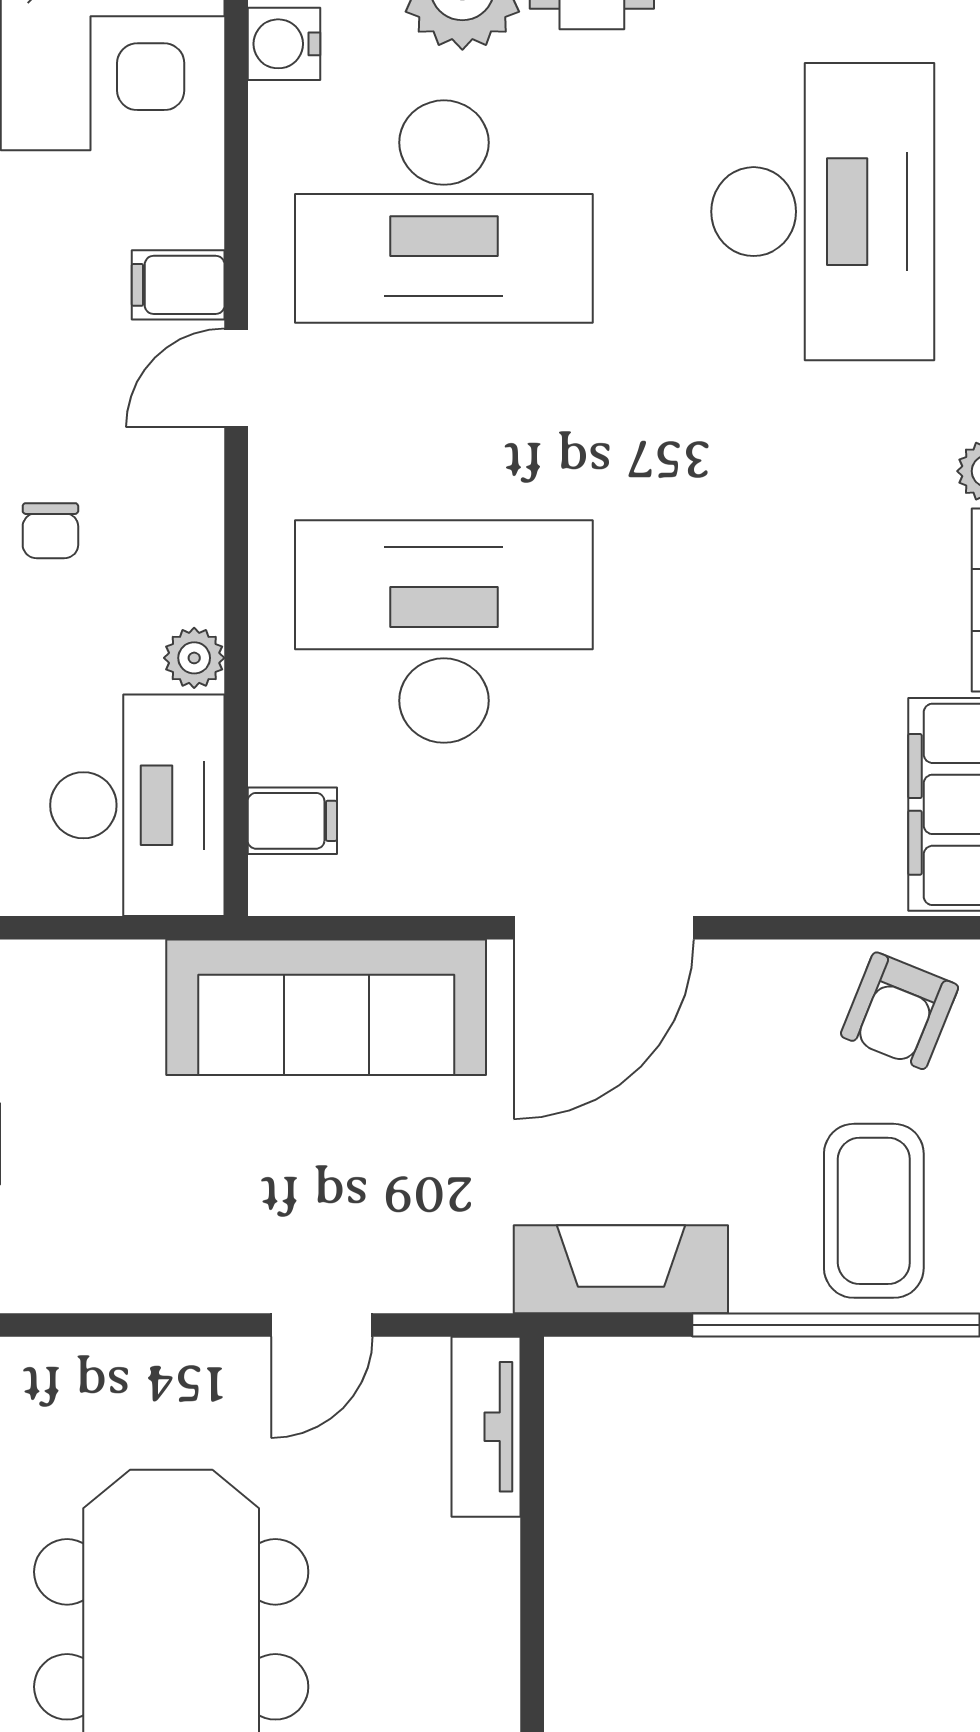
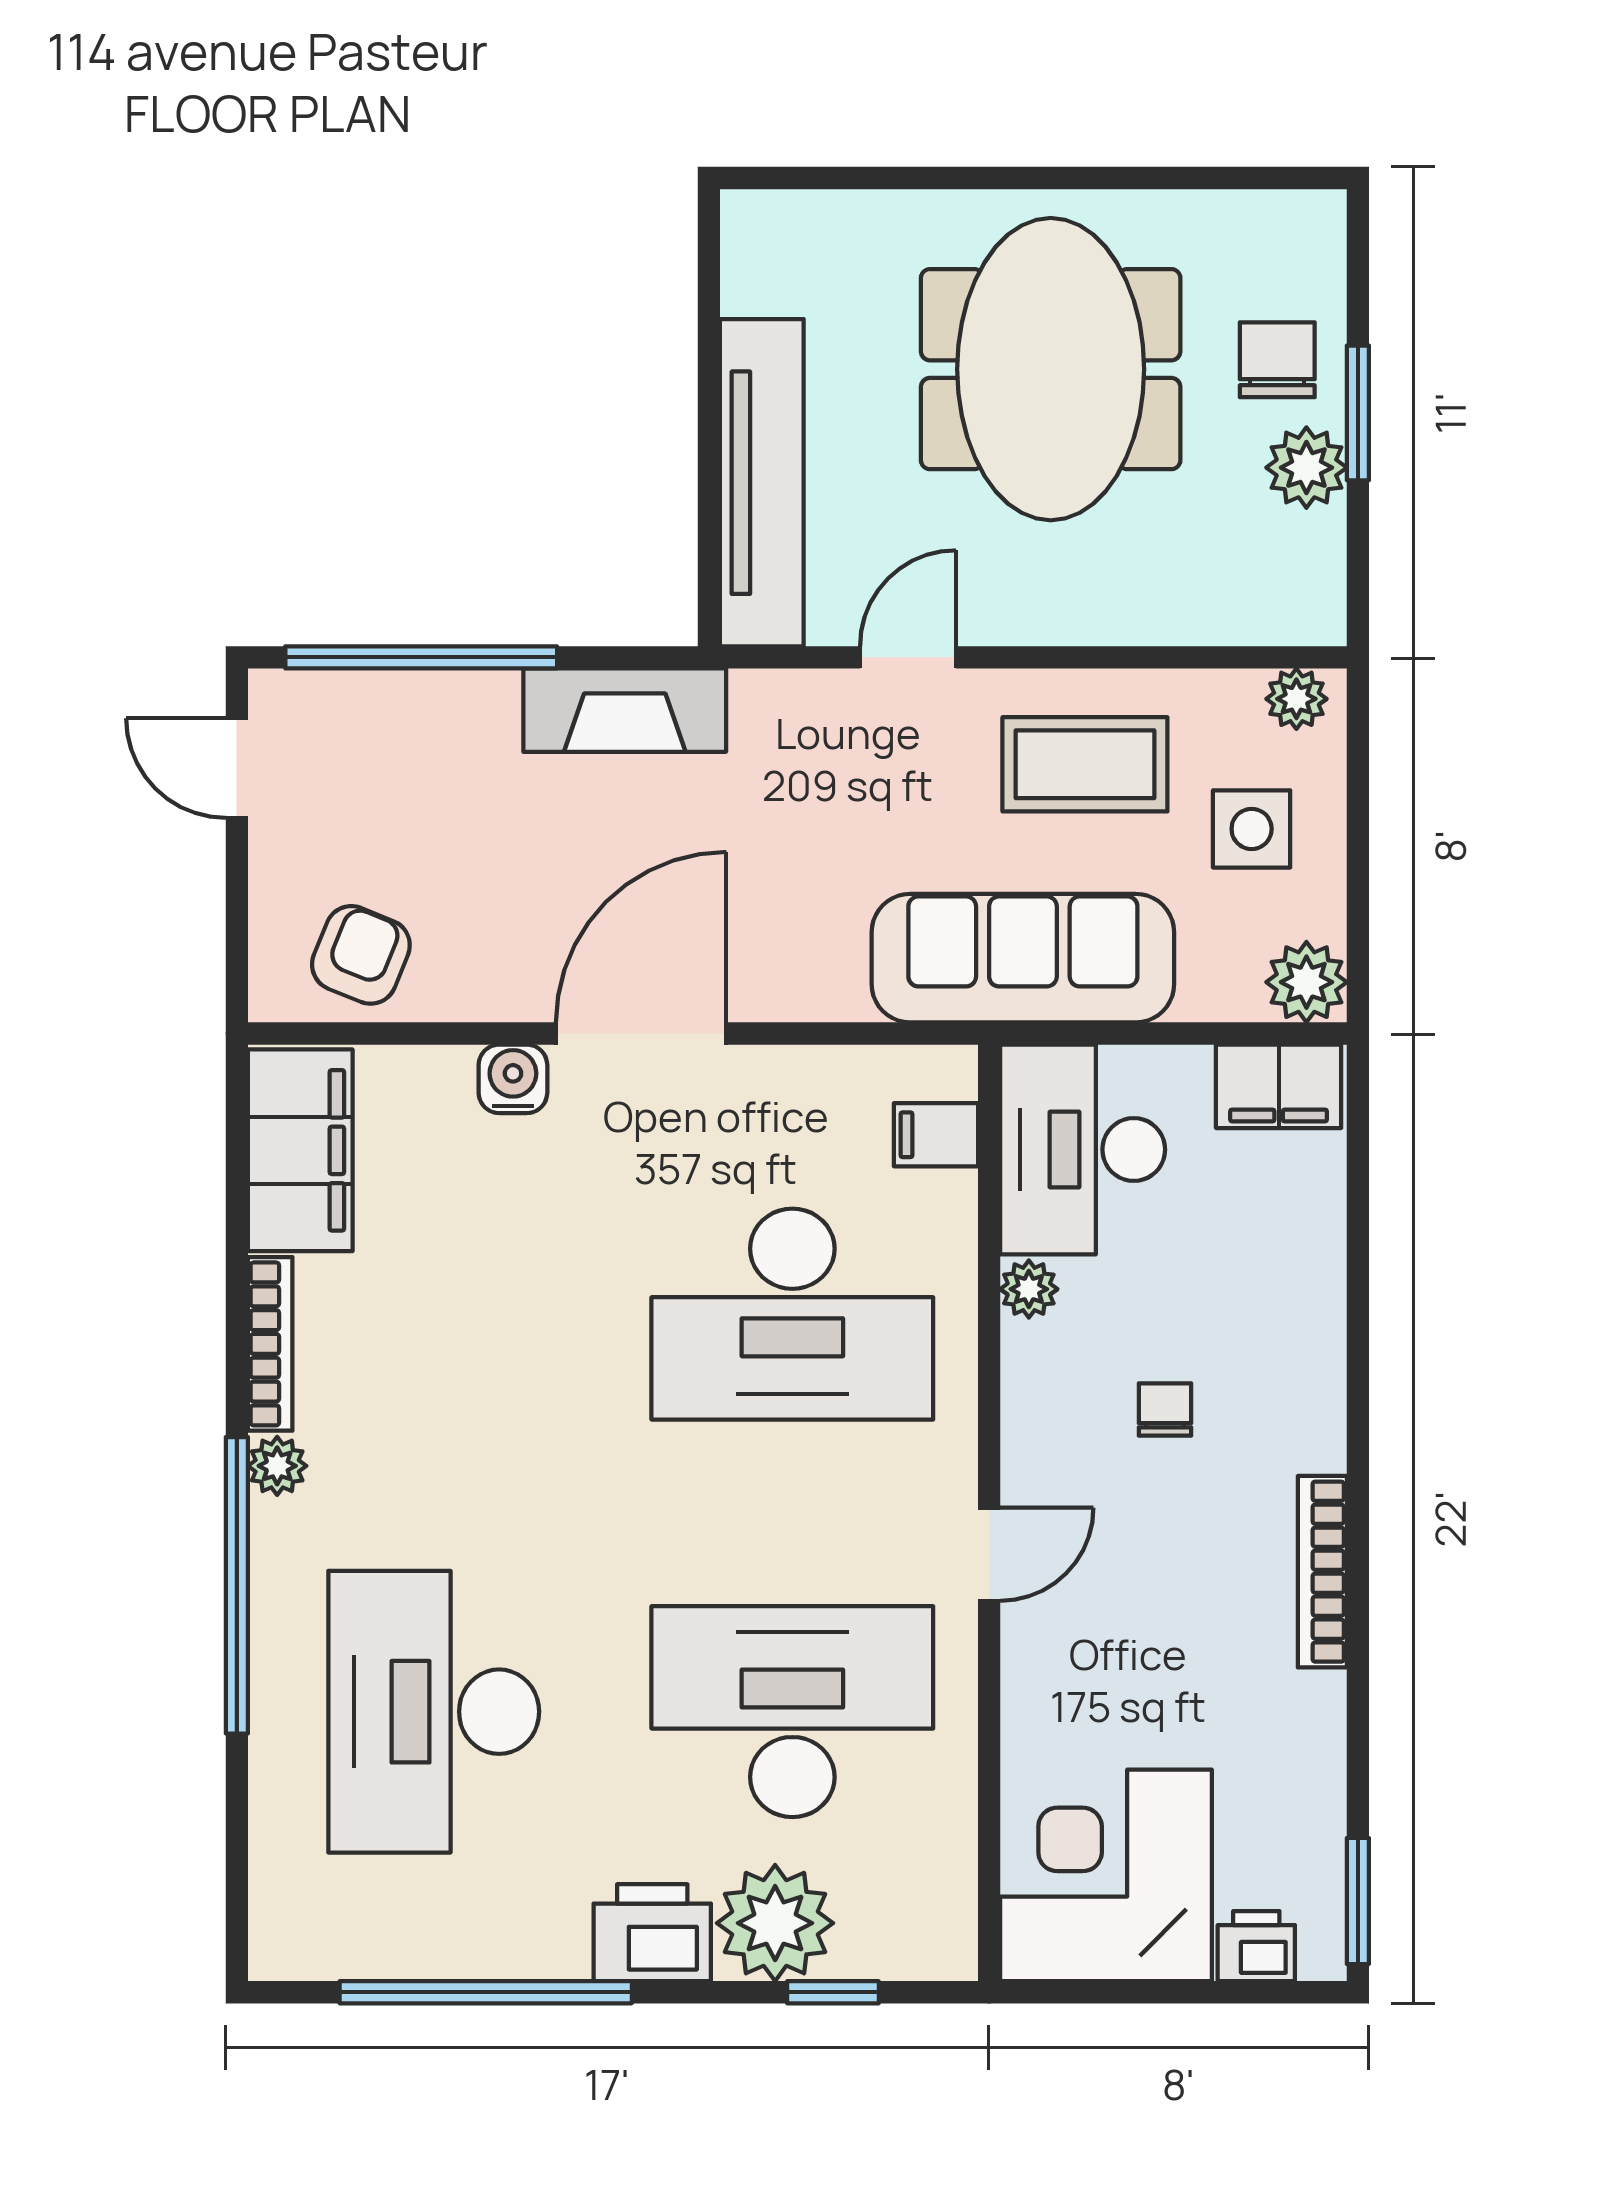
water cooler: (284, 44) -> (513, 1079), moved, turned -90
filing cabinet: (178, 285) -> (1044, 1642), removed
sofa: (326, 1007) -> (1023, 958), moved
coffee table: (874, 1211) -> (1085, 764), moved, turned 90
tv unit: (486, 1427) -> (762, 483), width x1.92, depth x1.29

